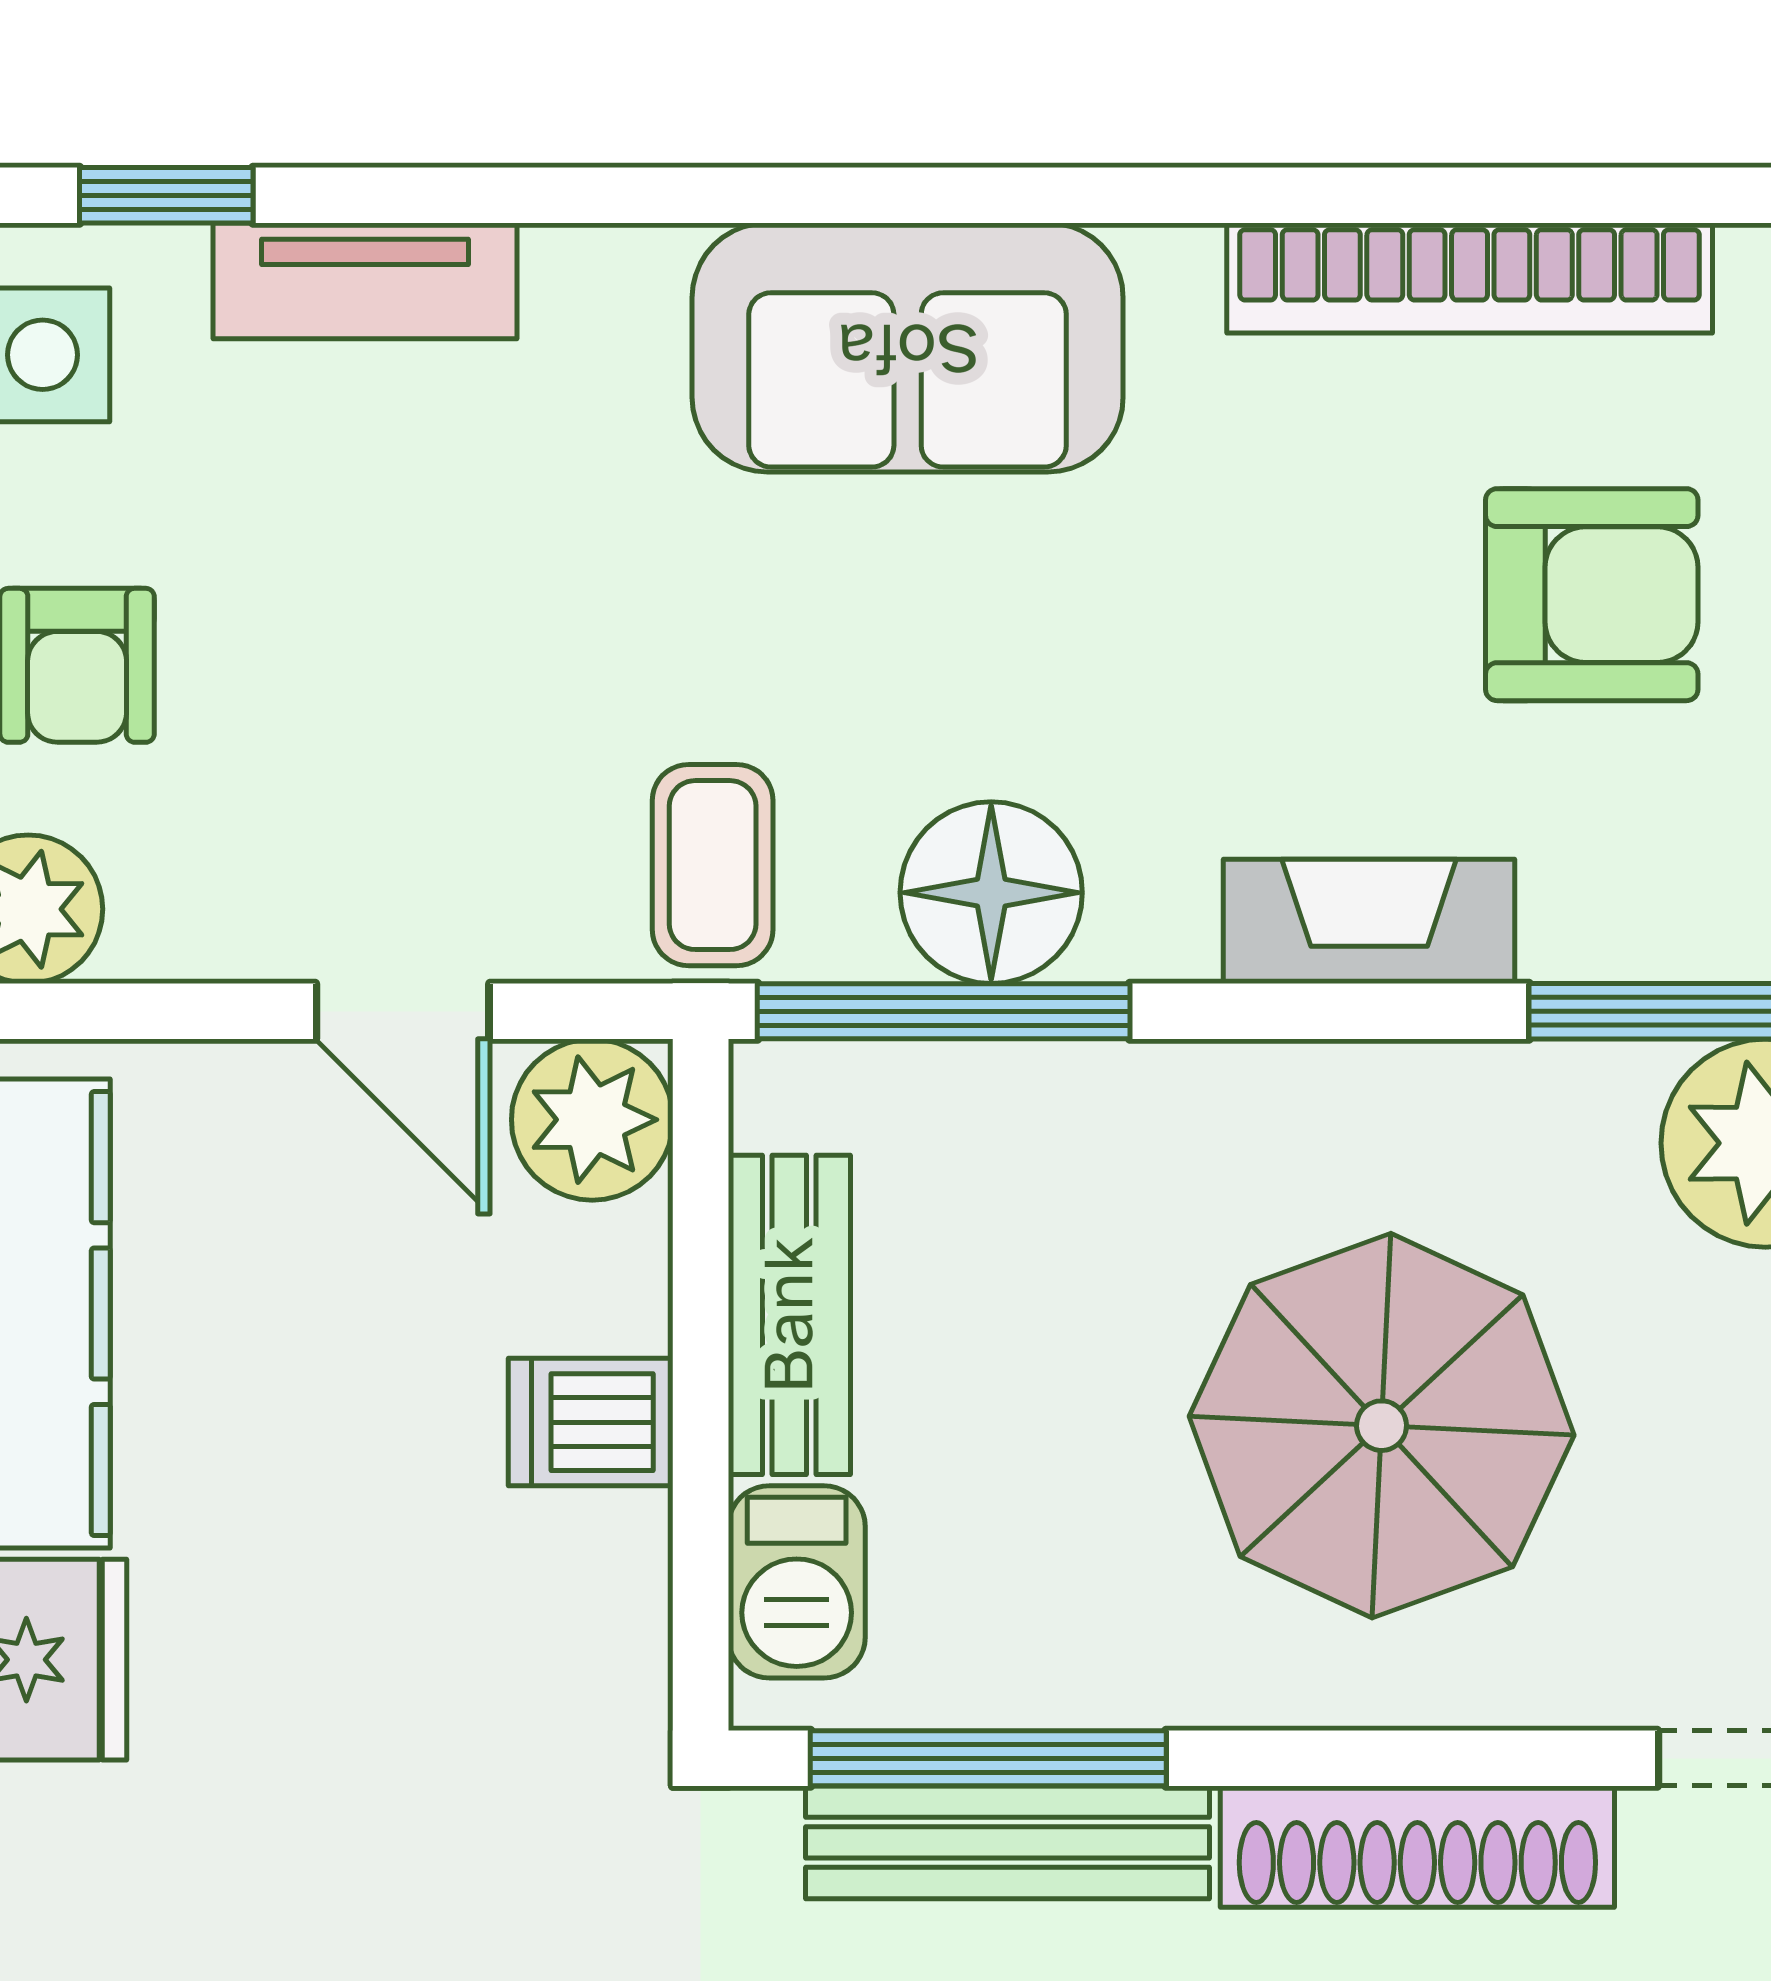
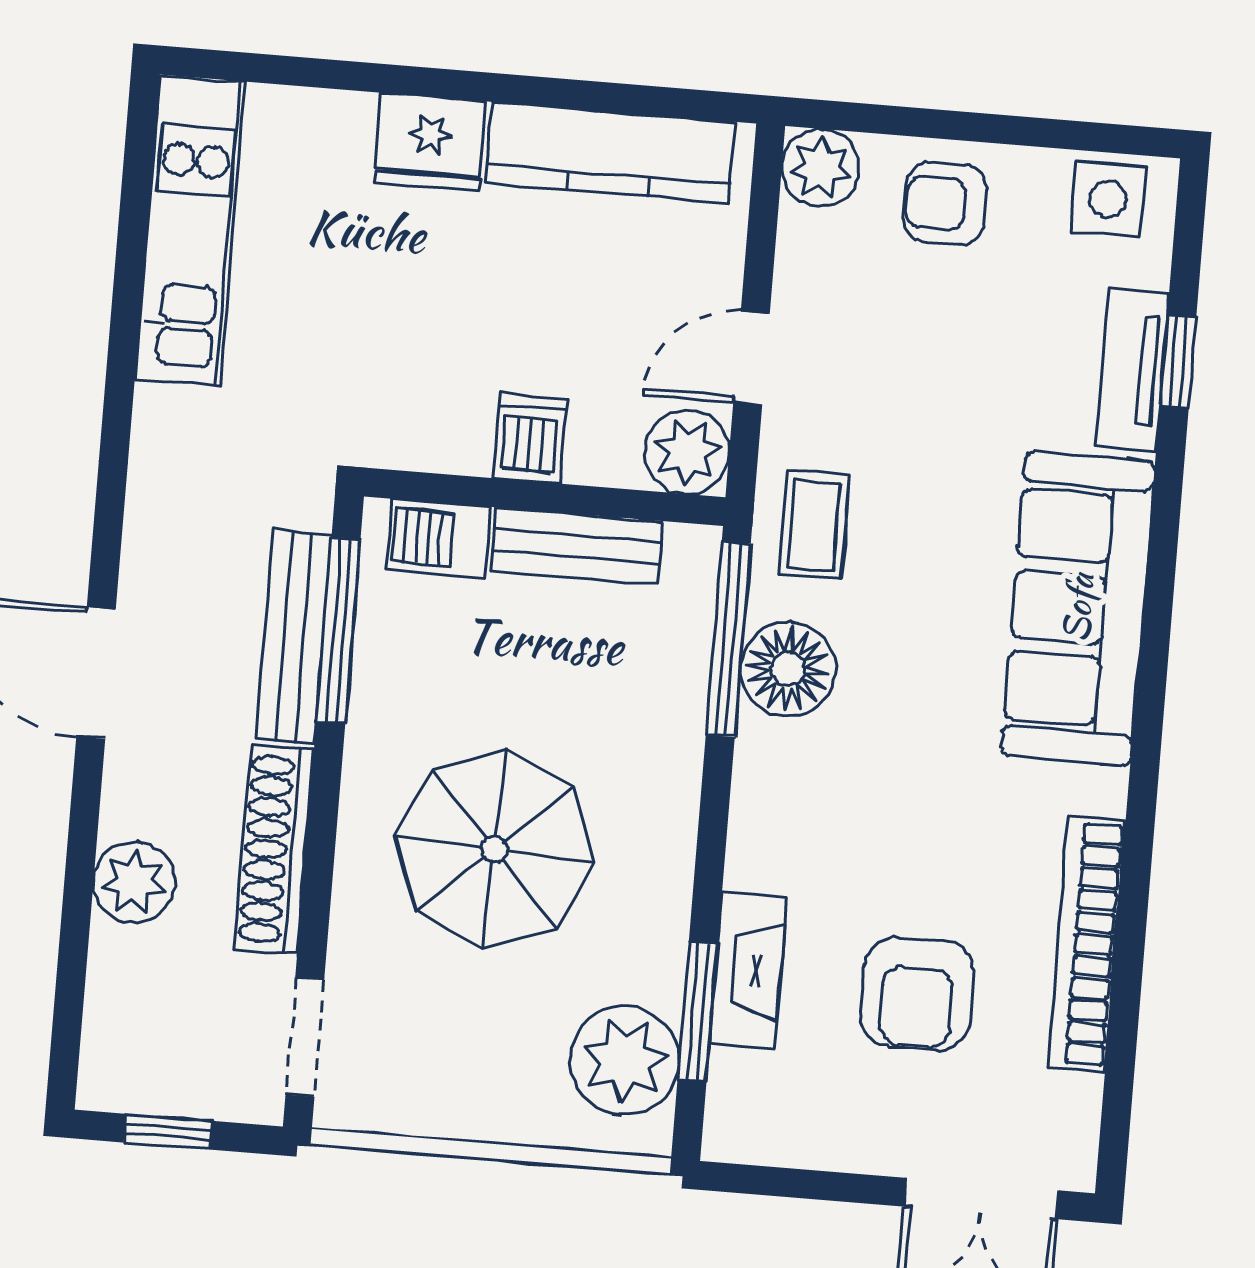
window: (166, 195) -> (1178, 361), moved
sofa: (908, 348) -> (1078, 608), width x1.36
coffee table: (713, 865) -> (814, 525), turned 90
fireplace: (1369, 921) -> (748, 971), moved

